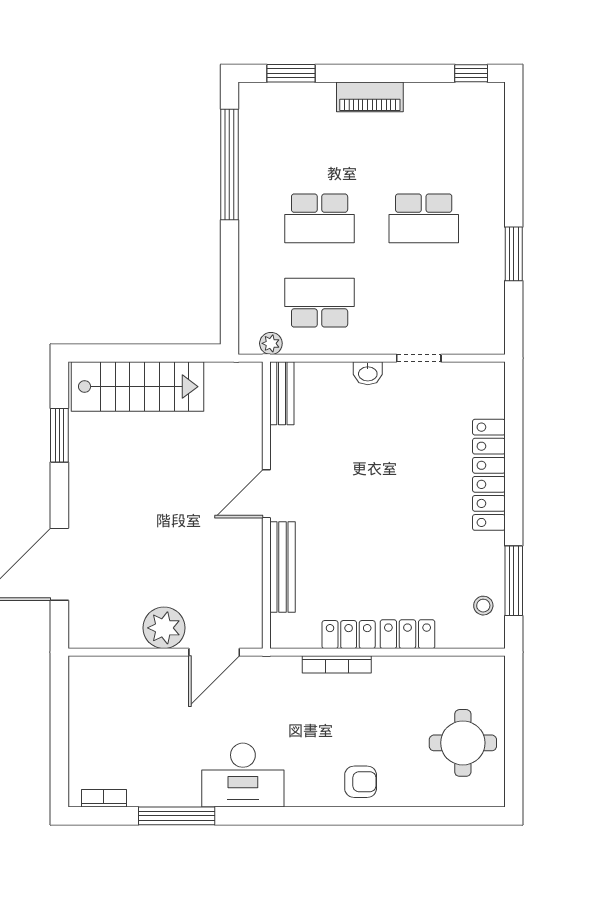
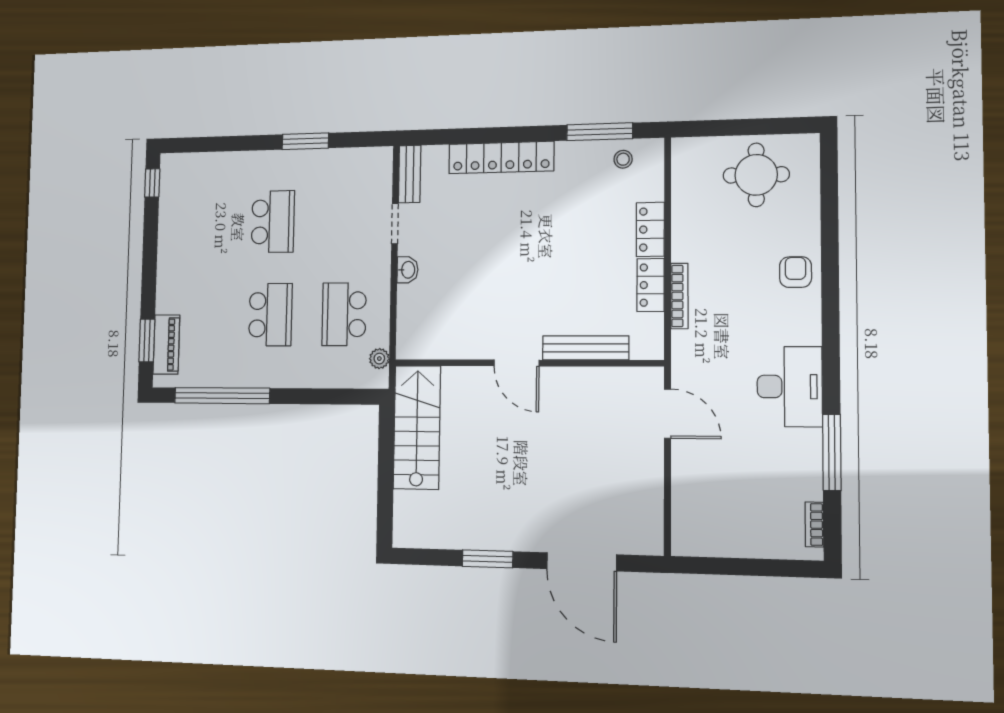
piano: (370, 97) -> (166, 345), moved
stairs: (137, 387) -> (417, 427), moved
bench: (282, 393) -> (410, 174), moved, turned 90
window: (59, 435) -> (488, 559), moved
plant: (164, 628) -> (644, 462), removed

